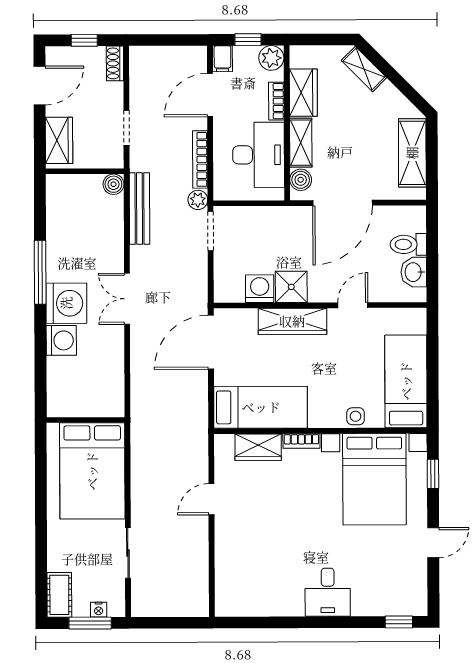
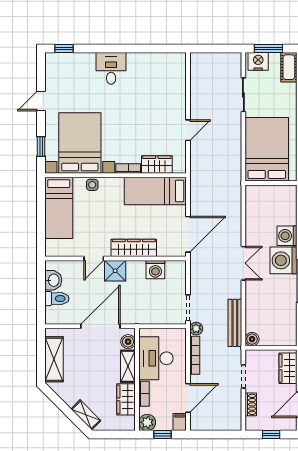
shoe rack: (115, 63) -> (251, 404), moved
shower: (291, 287) -> (115, 271), moved
nightstand: (99, 610) -> (258, 61), width x1.89, depth x1.79

